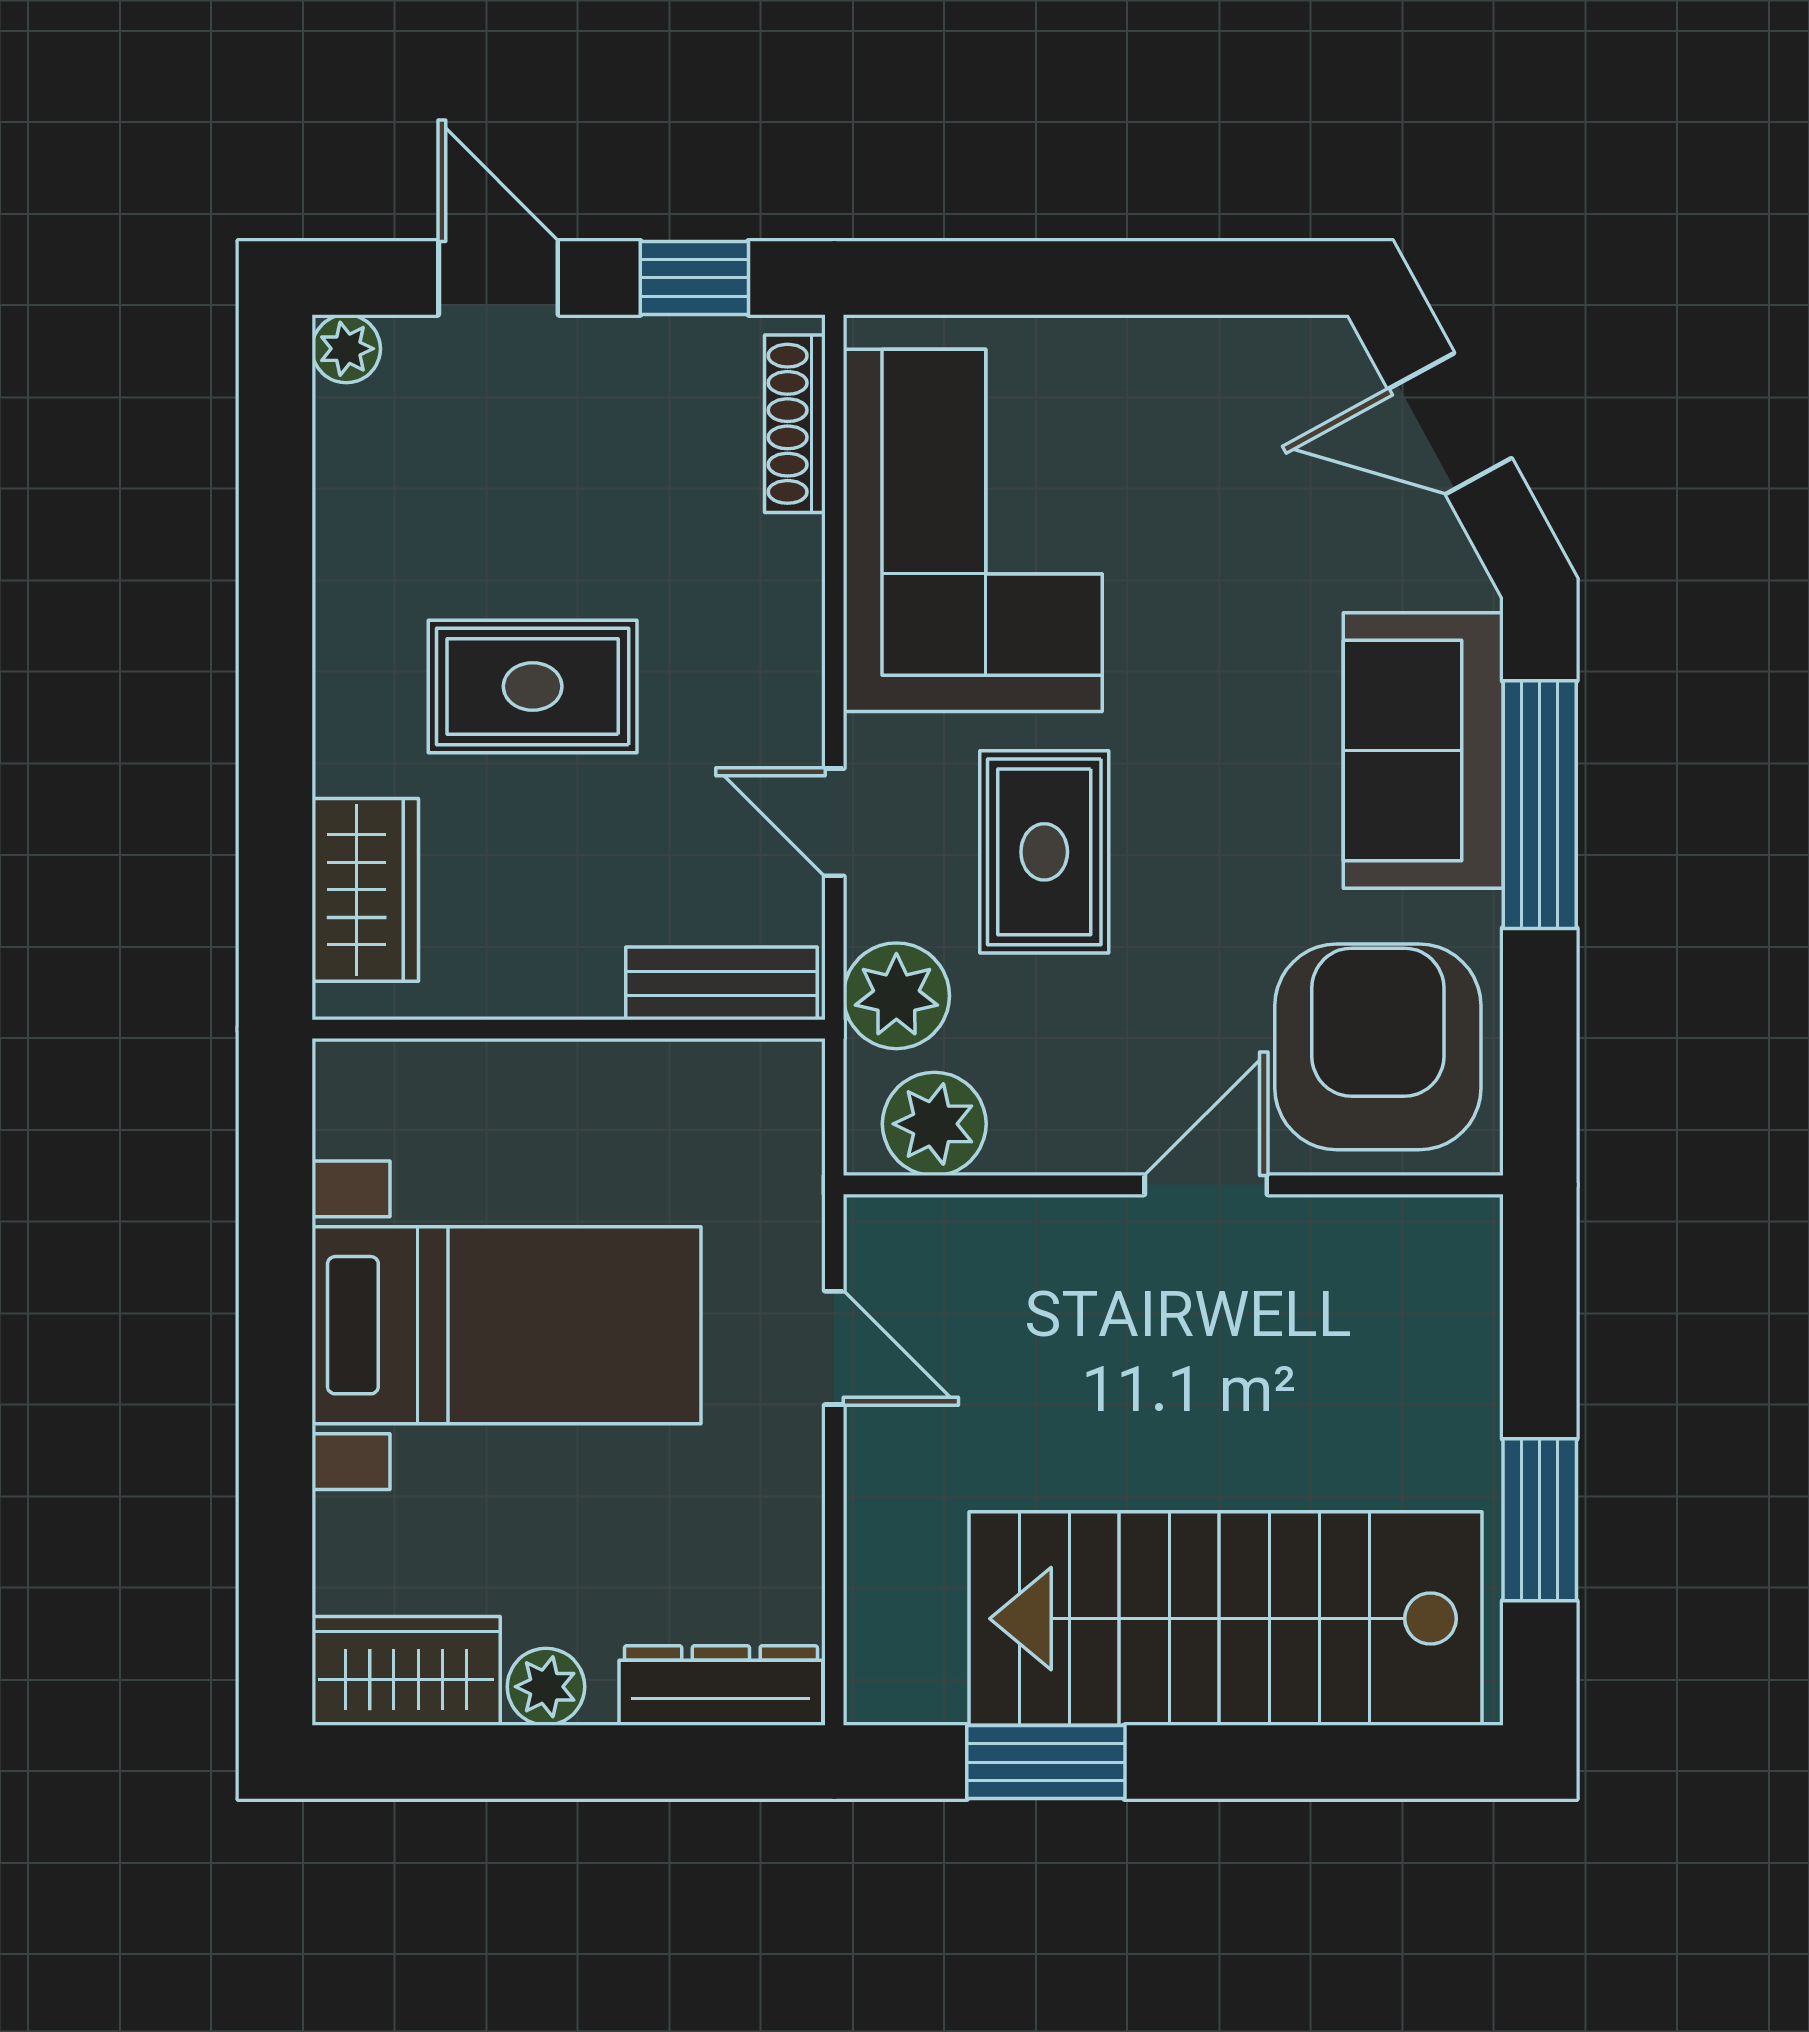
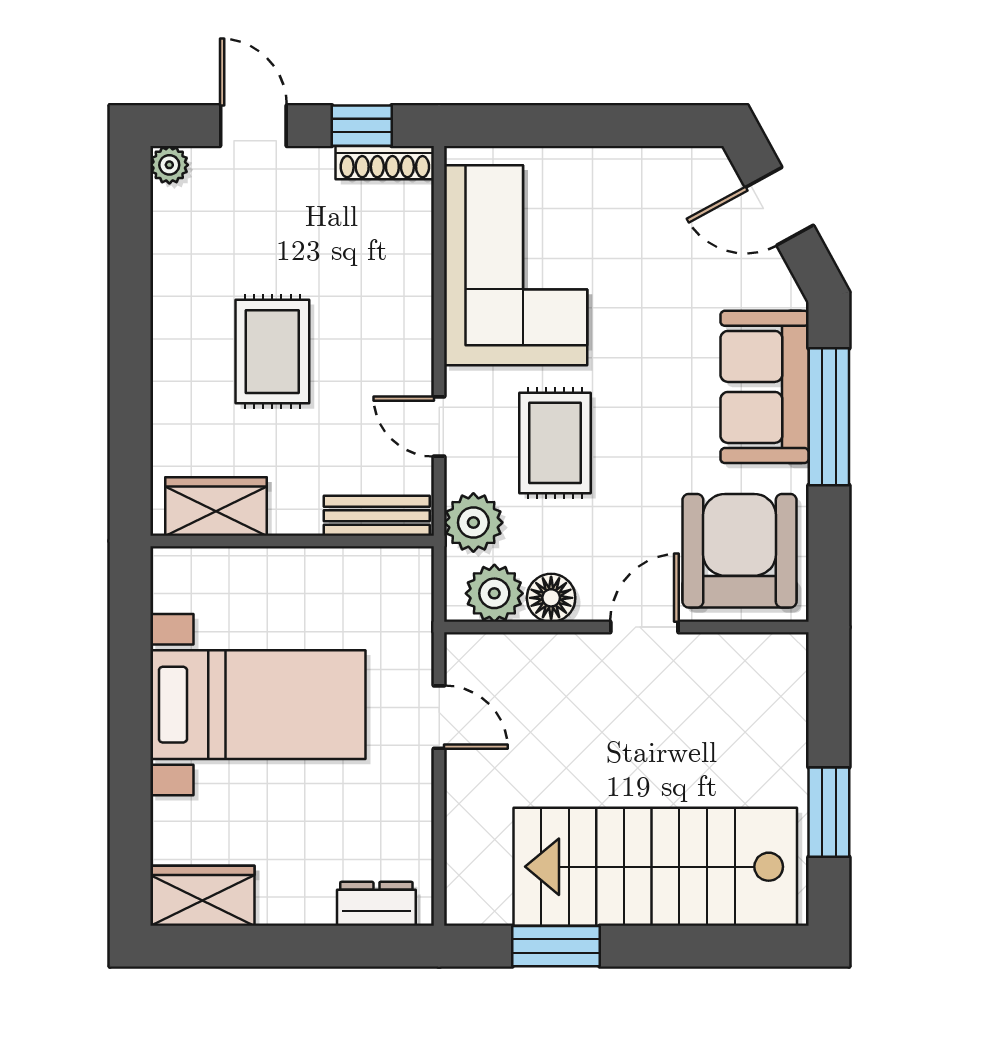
shoe rack: (795, 424) -> (385, 163), moved, turned -90
rug: (533, 686) -> (272, 352), turned 90
wardrobe: (365, 890) -> (216, 507), moved, turned -90
floor lamp: (1037, 1132) -> (551, 598), added
dresser: (721, 1686) -> (376, 904), width x0.70
plant: (546, 1687) -> (280, 904), removed

